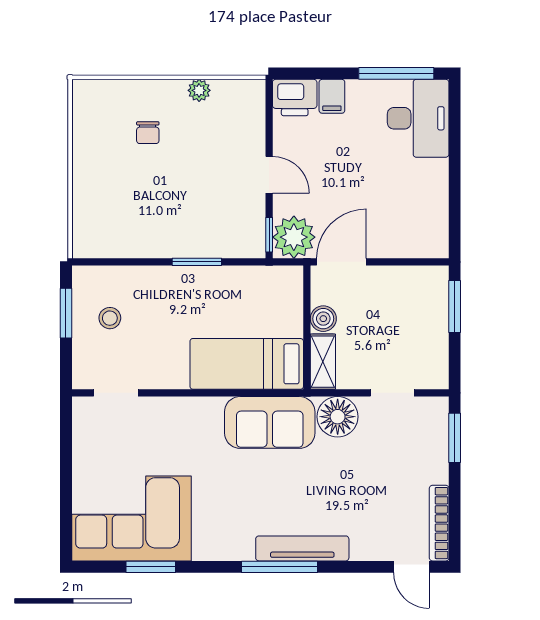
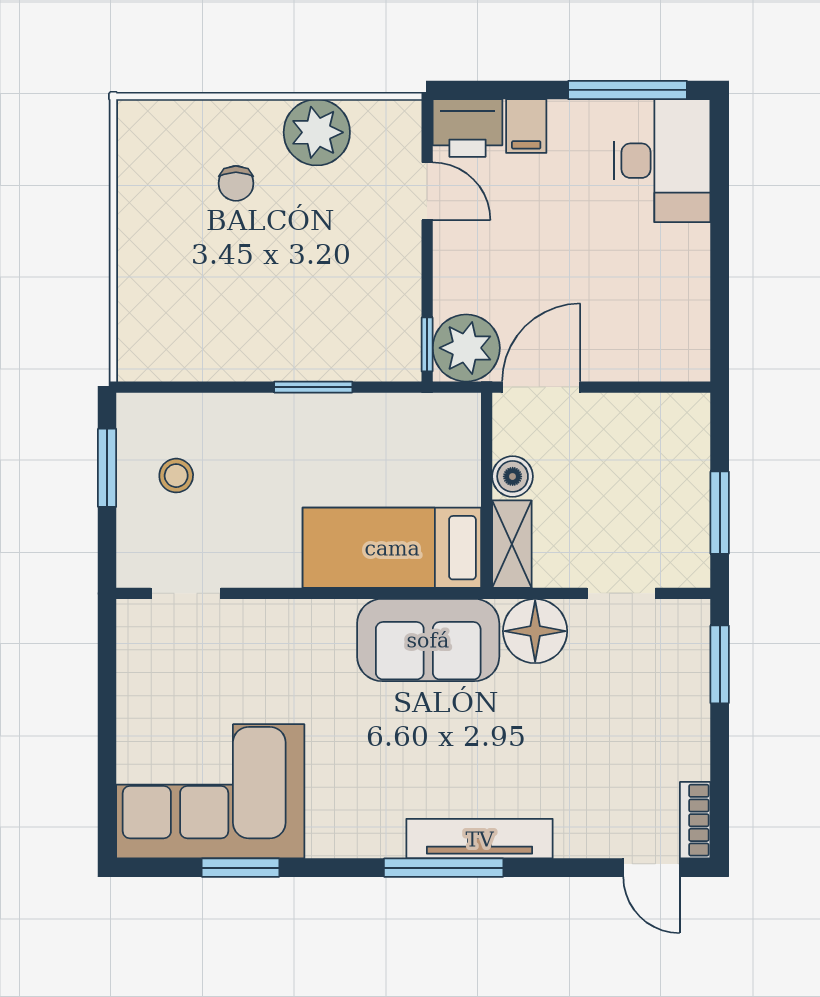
plant: (199, 90) -> (317, 132), width x1.87, depth x1.87
door: (269, 175) -> (427, 191), moved
window: (455, 306) -> (720, 513), moved
bookcase: (439, 523) -> (695, 820), width x0.64

